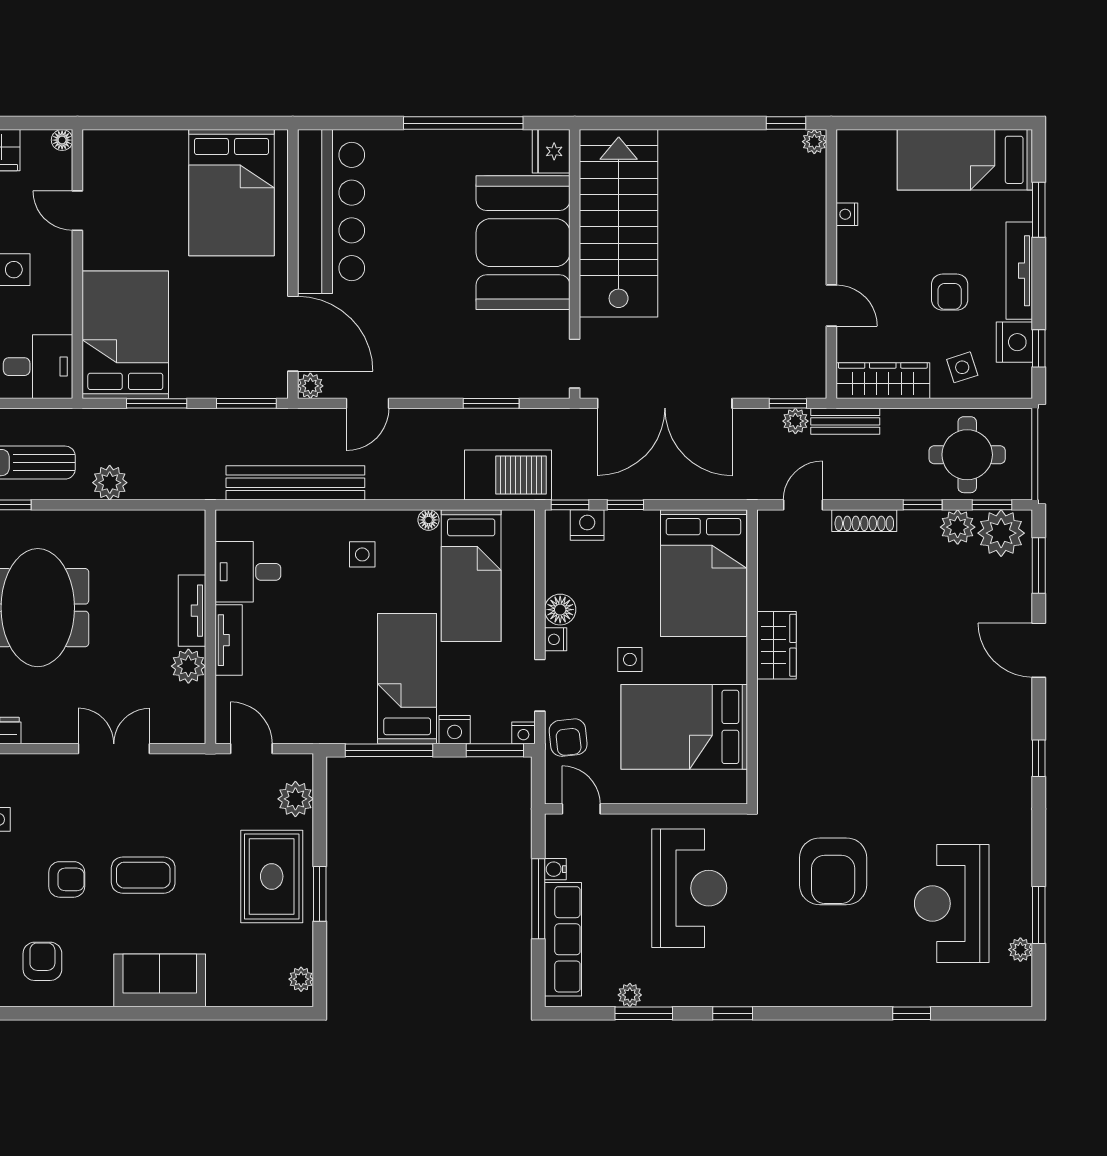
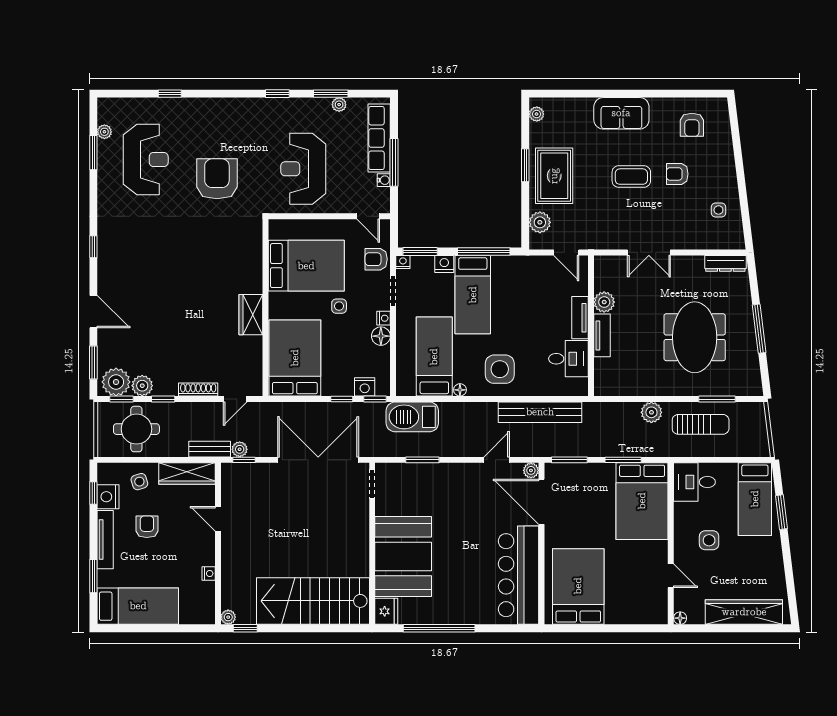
stairs: (619, 223) -> (313, 601), moved, turned 90
side table: (362, 554) -> (500, 369), width x1.87, depth x1.87
armchair: (568, 738) -> (376, 259), turned -84

